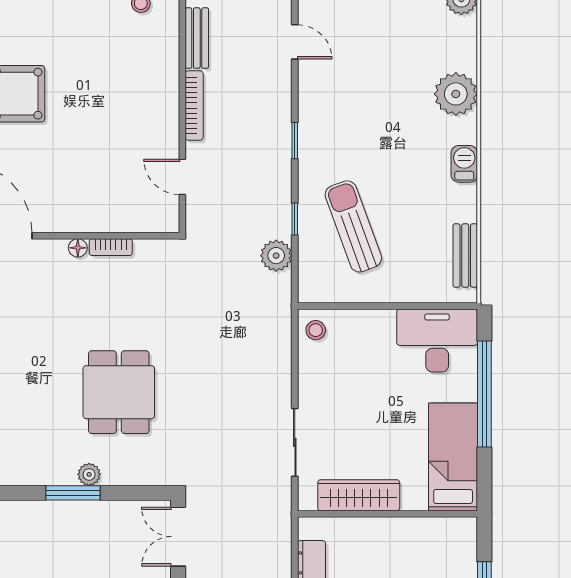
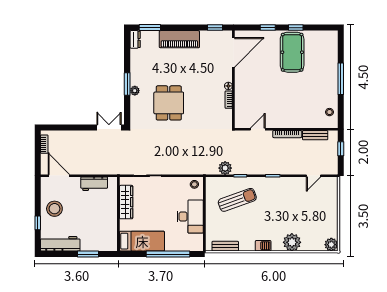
desk: (437, 340) -> (190, 216), moved
dining table: (119, 392) -> (169, 103), turned 90

